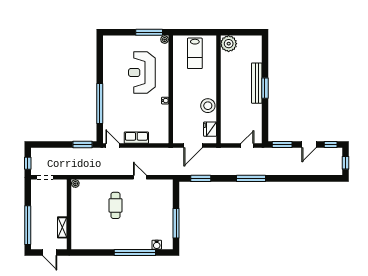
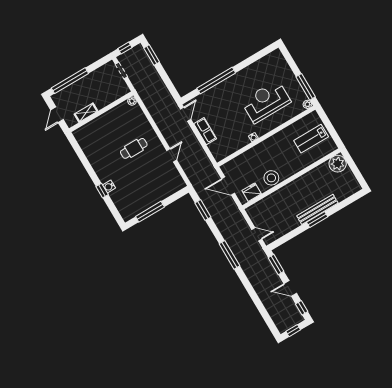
window: (82, 145) -> (152, 55), moved
water cooler: (157, 245) -> (109, 186), moved
window: (135, 253) -> (102, 191), width x0.32

